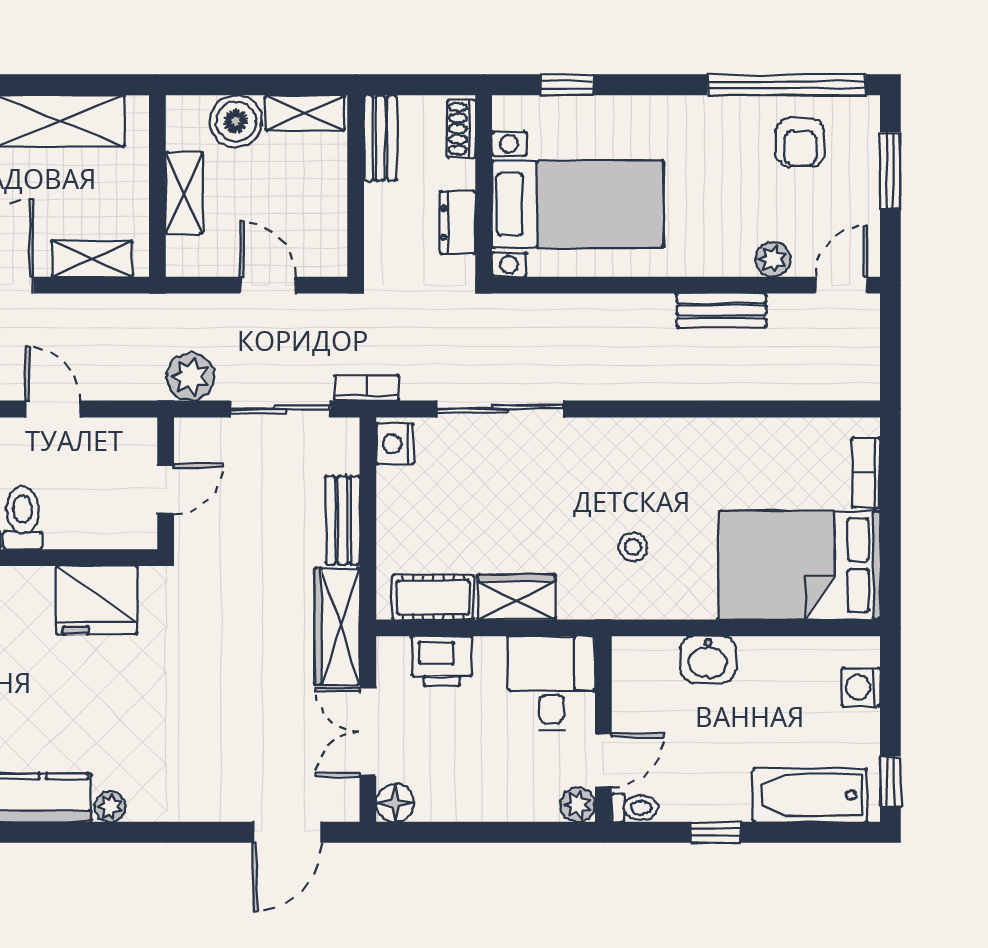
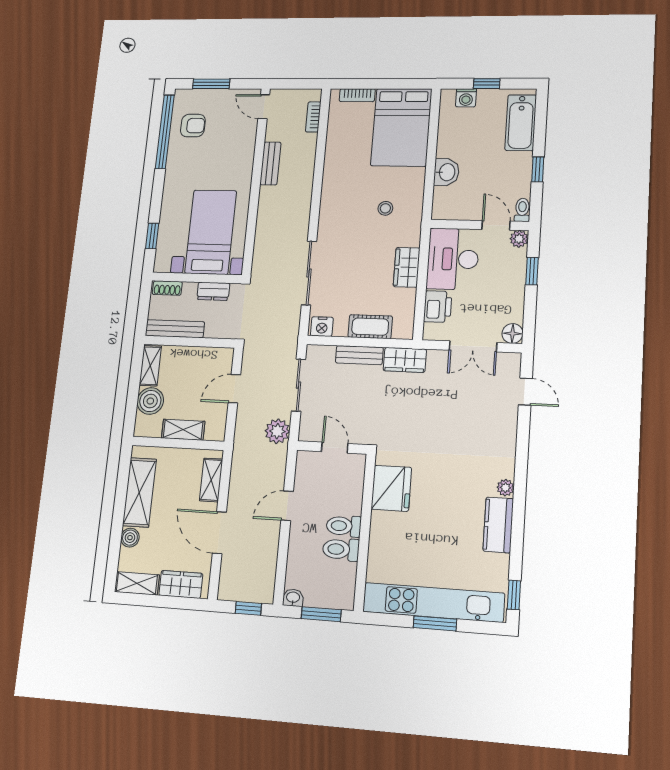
bench: (380, 138) -> (175, 329), width x1.36
plant: (773, 259) -> (248, 139), removed
bookcase: (367, 388) -> (313, 117), moved
cot: (433, 597) -> (370, 327), moved, turned 90
wardrobe: (337, 626) -> (405, 360), width x0.67
desk: (551, 683) -> (453, 259), width x1.37
window: (890, 782) -> (487, 84), moved
door: (287, 832) -> (525, 392), width x0.73
window: (516, 832) -> (532, 271), added

